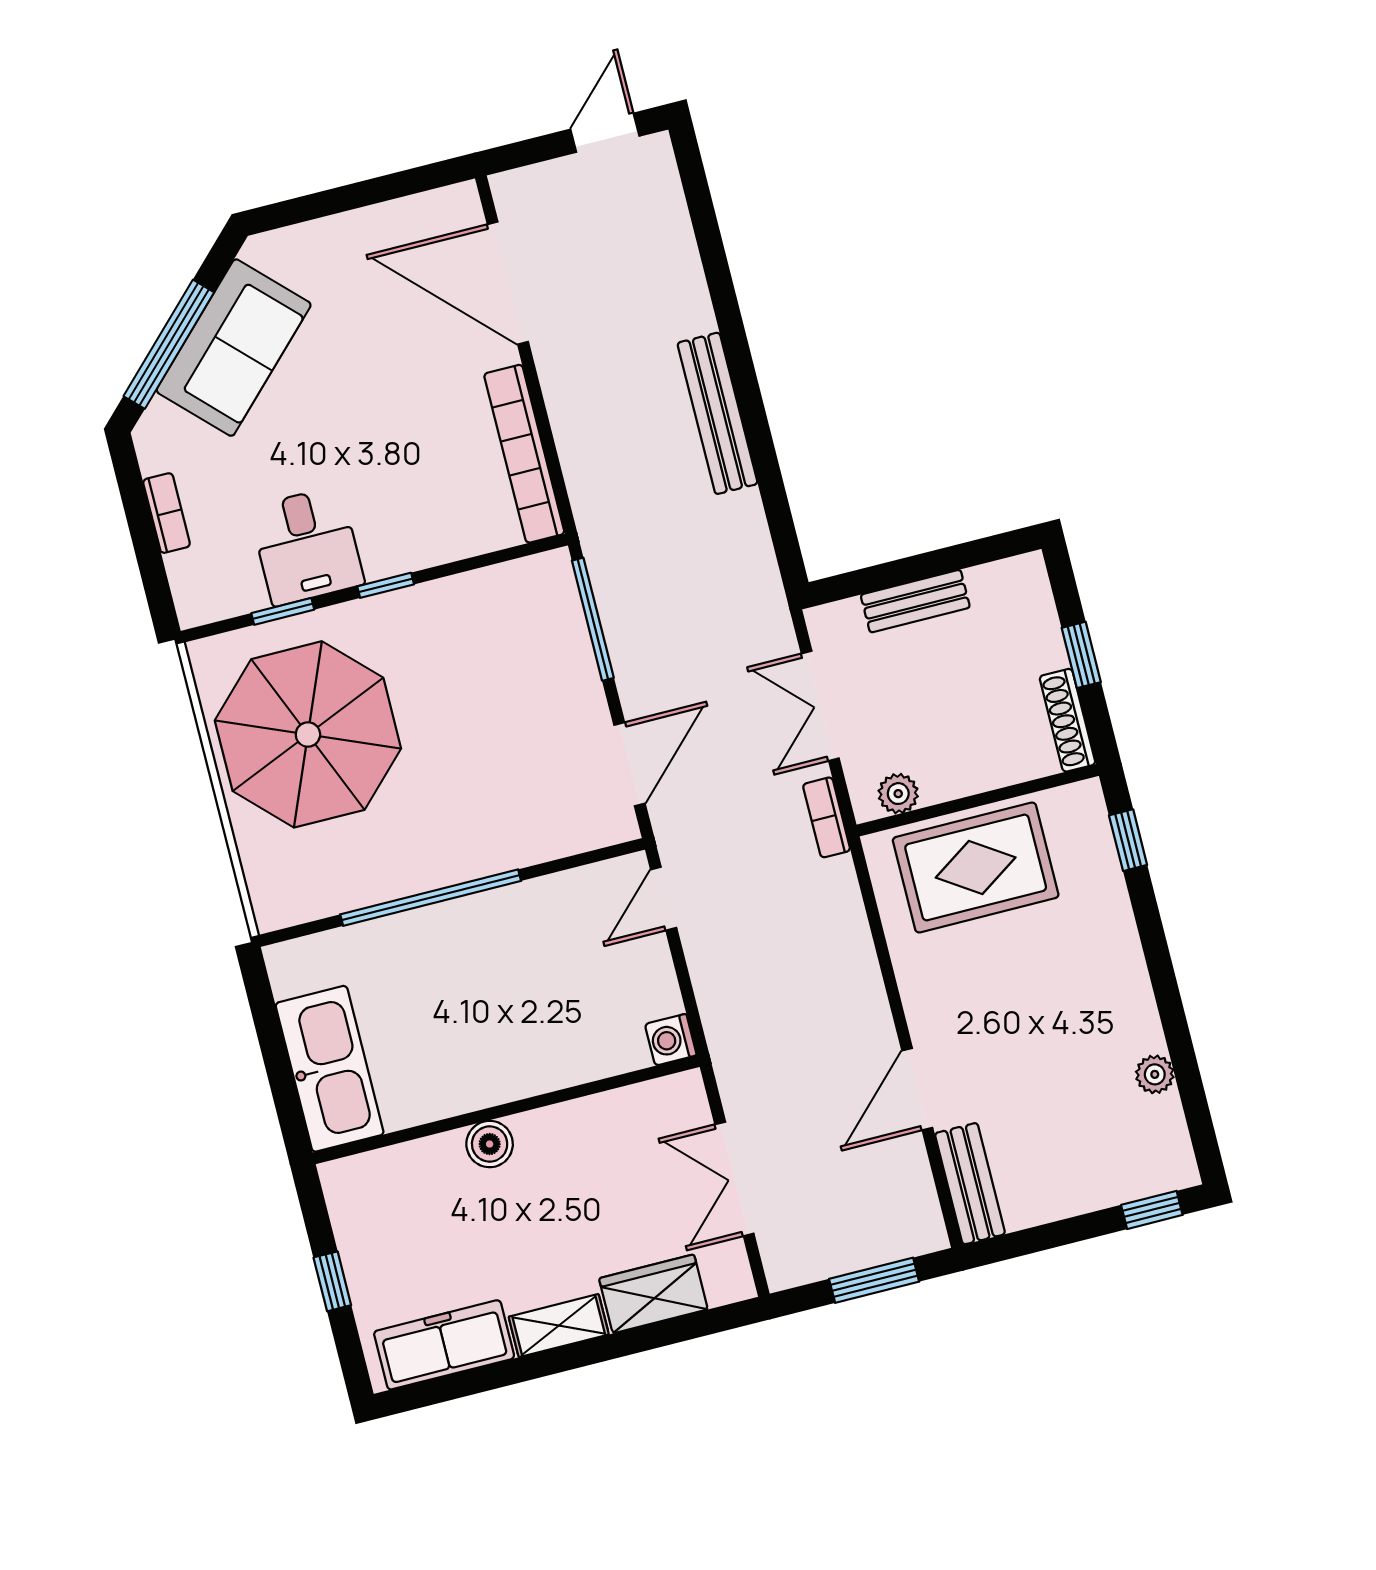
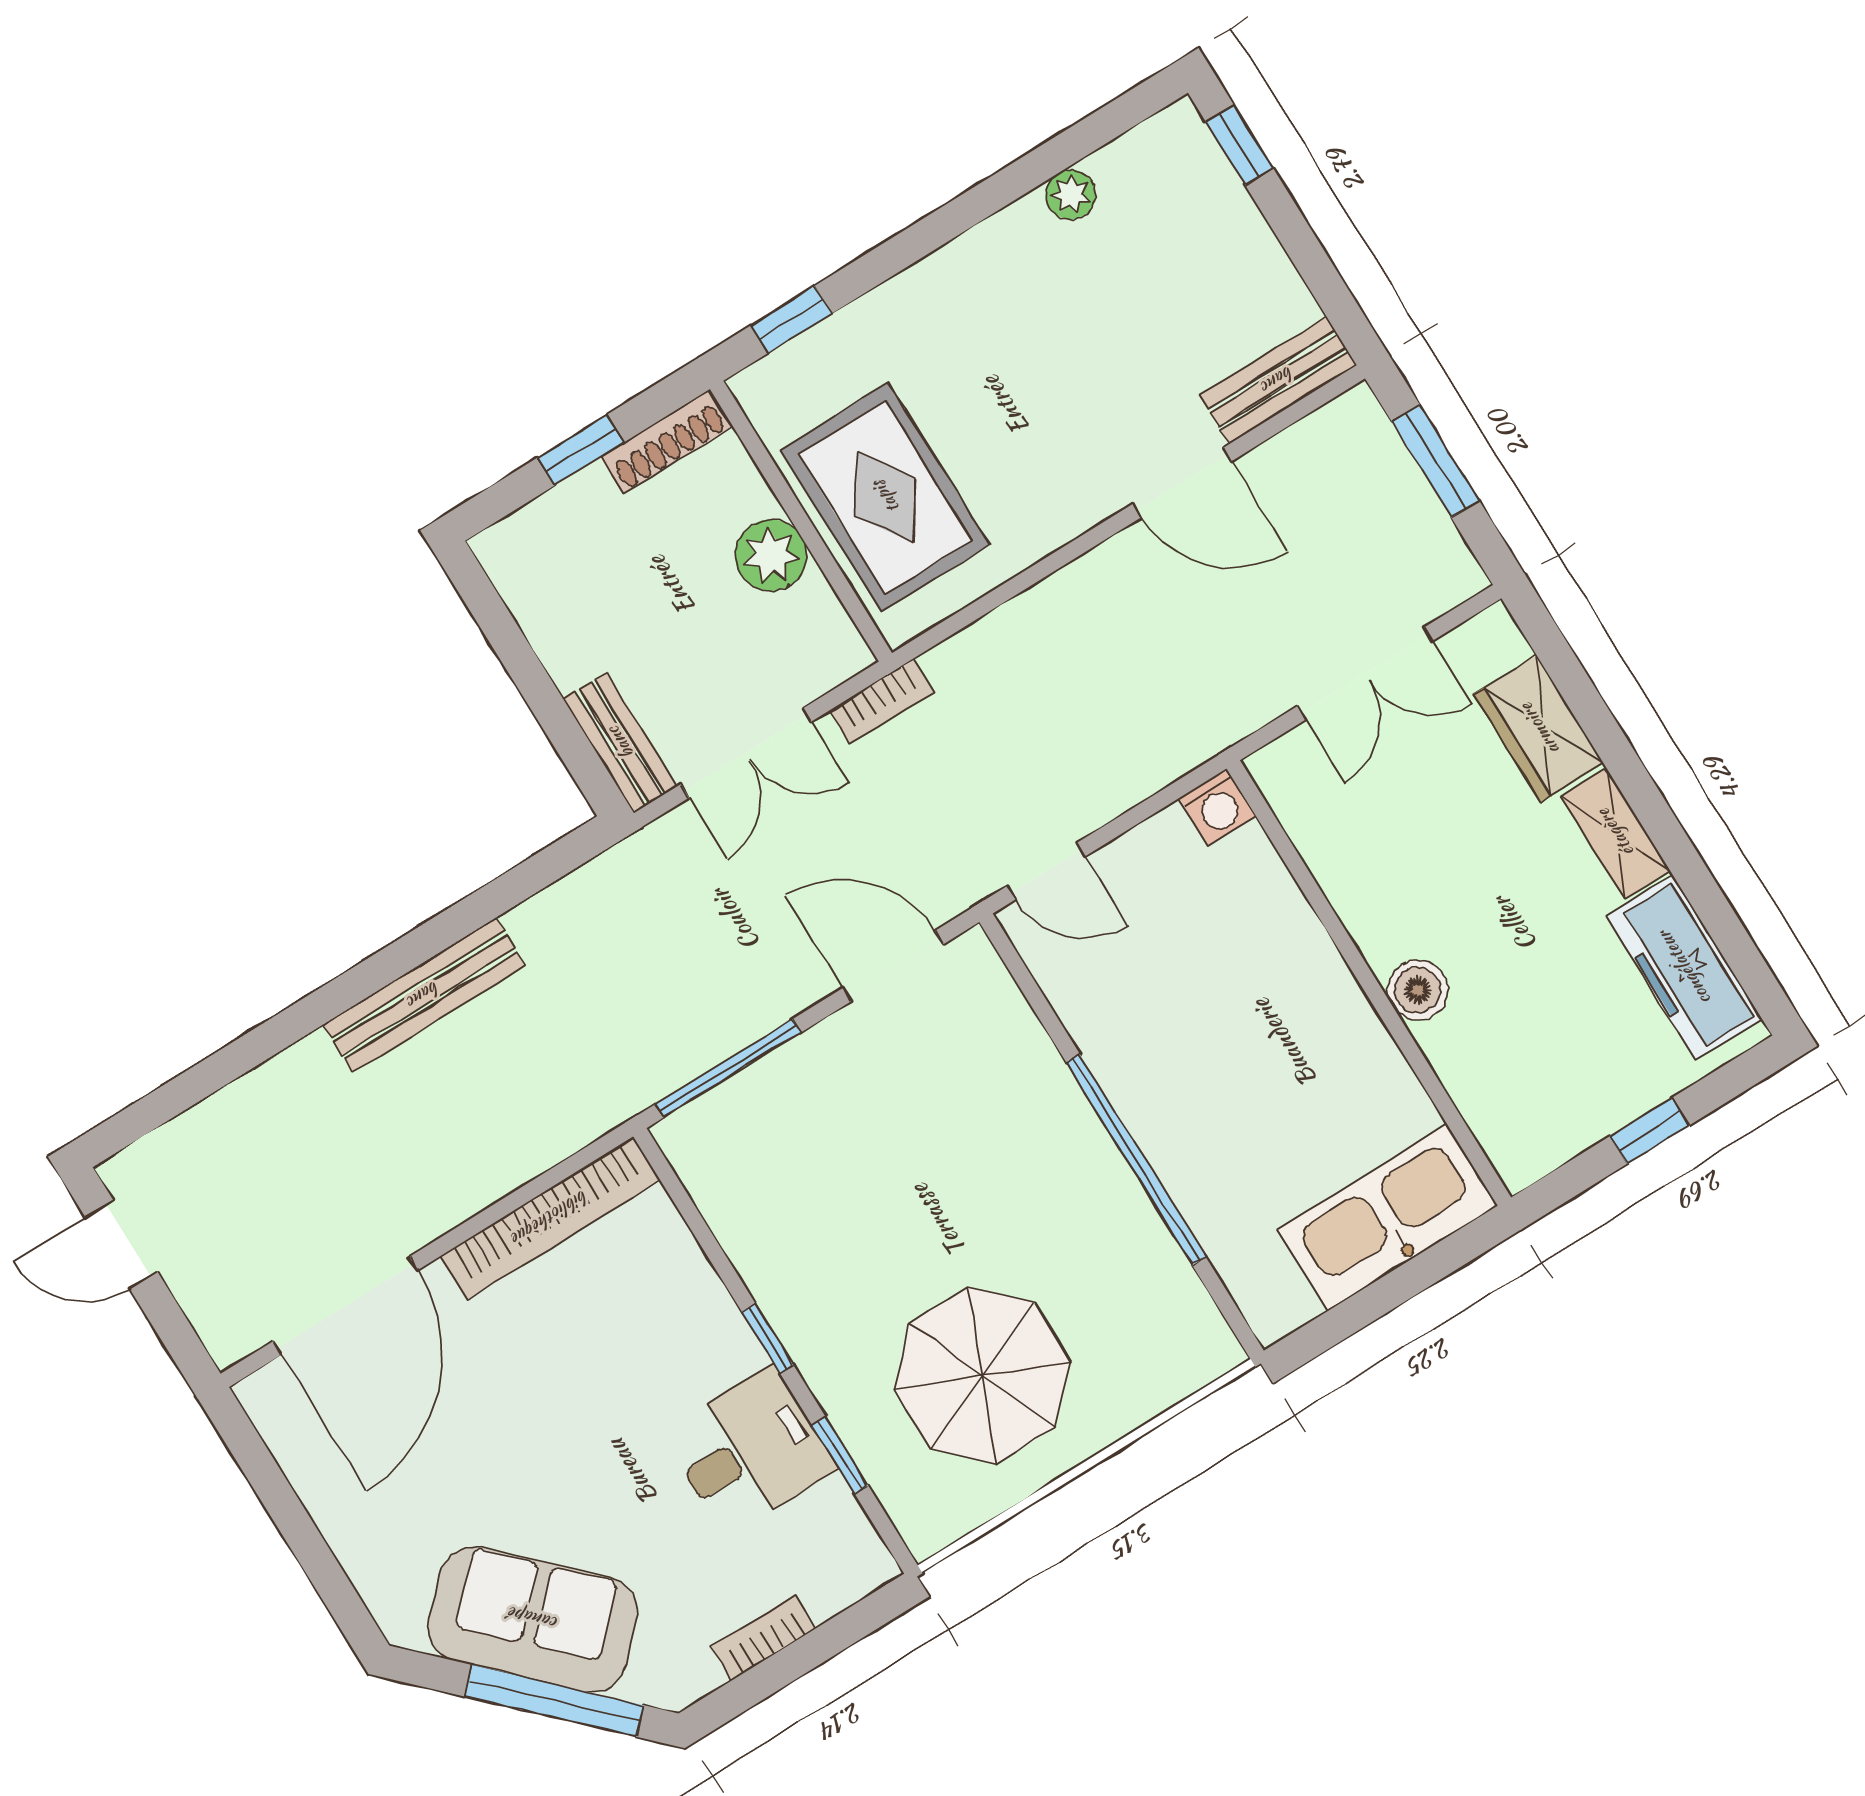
bench: (915, 601) -> (620, 743), moved
parasol: (308, 734) -> (982, 1376), width x0.73, depth x0.73
plant: (898, 794) -> (771, 555), moved, width x1.38, depth x1.38

